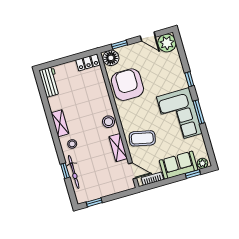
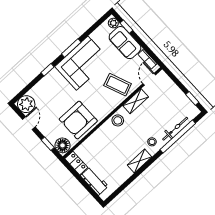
workbench: (50, 82) -> (94, 181), moved, turned 90
coffee table: (142, 138) -> (118, 85), turned -34
window: (65, 171) -> (178, 136), width x3.17

